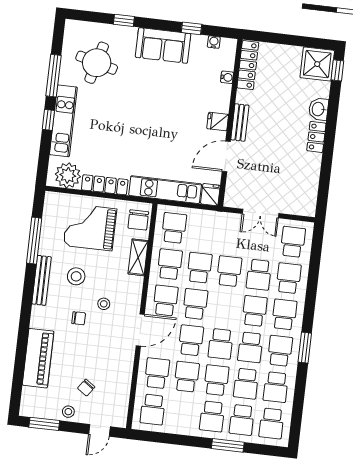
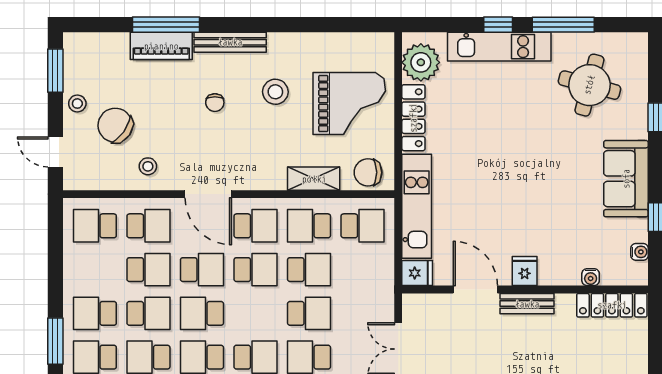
grand piano: (90, 227) -> (349, 104), turned 90
window: (34, 241) -> (166, 25), moved
school desk: (170, 264) -> (309, 226), turned 180
bench: (42, 280) -> (230, 42), moved
stool: (104, 304) -> (148, 166), moved
piano: (38, 358) -> (161, 46), width x0.73, depth x0.75
chair: (86, 388) -> (115, 125), width x1.87, depth x1.87

